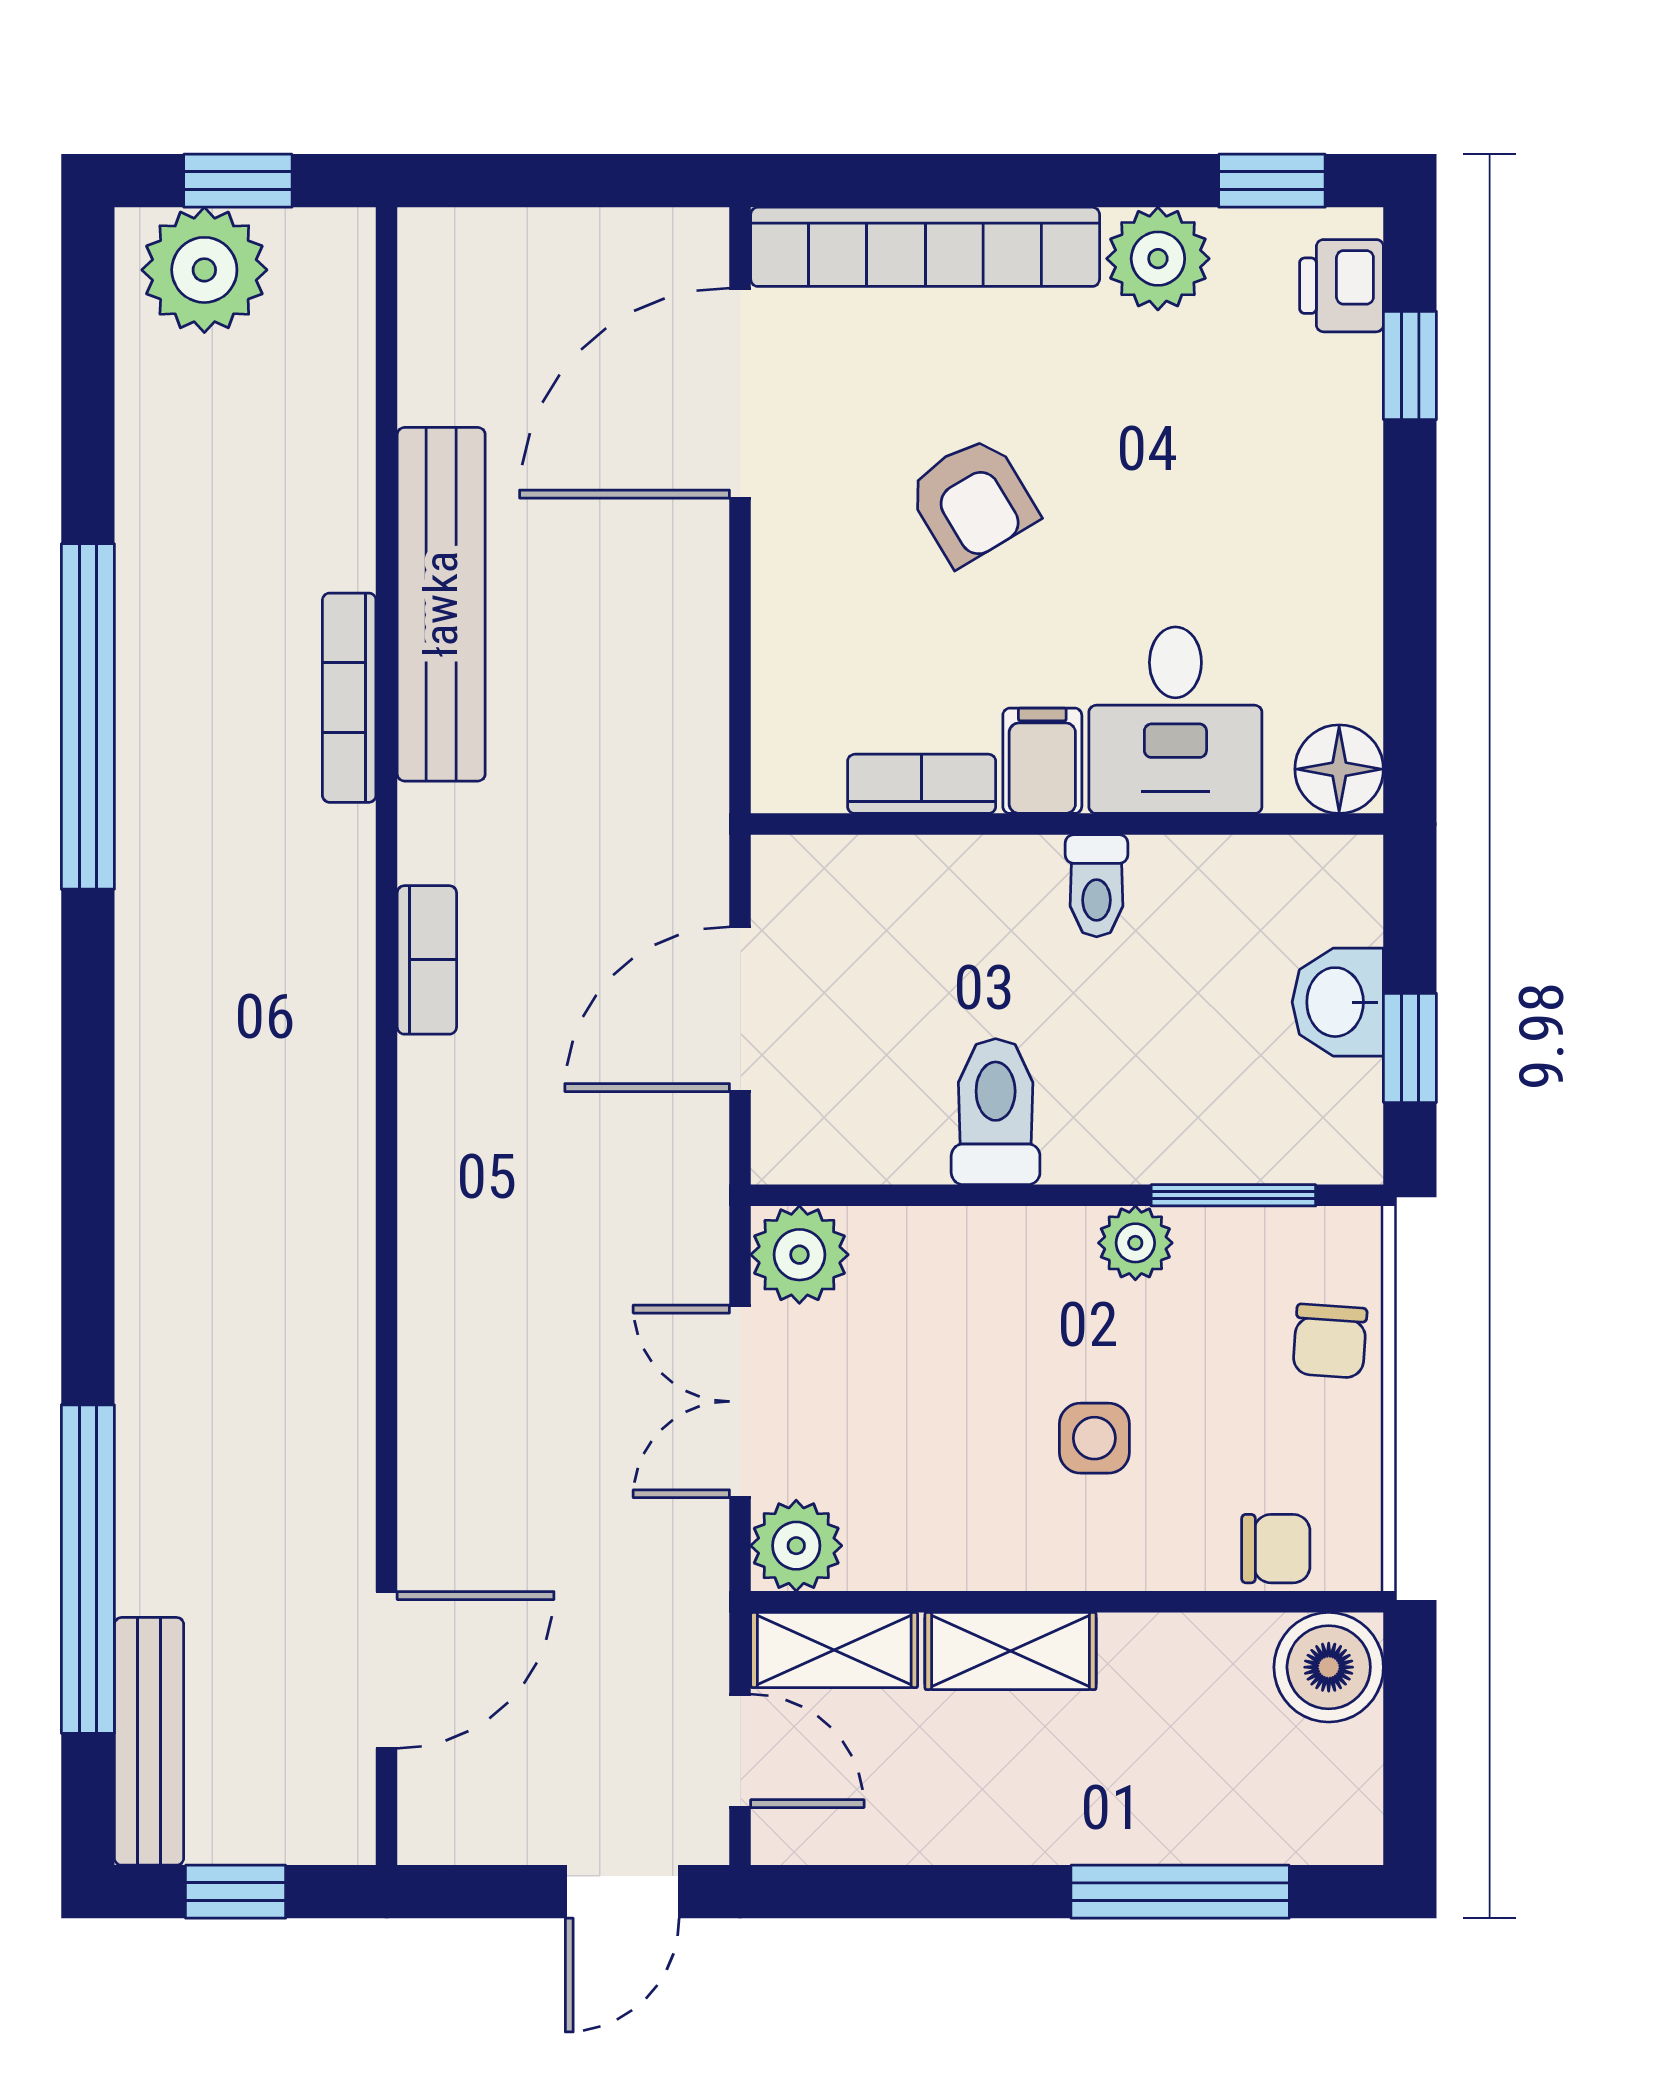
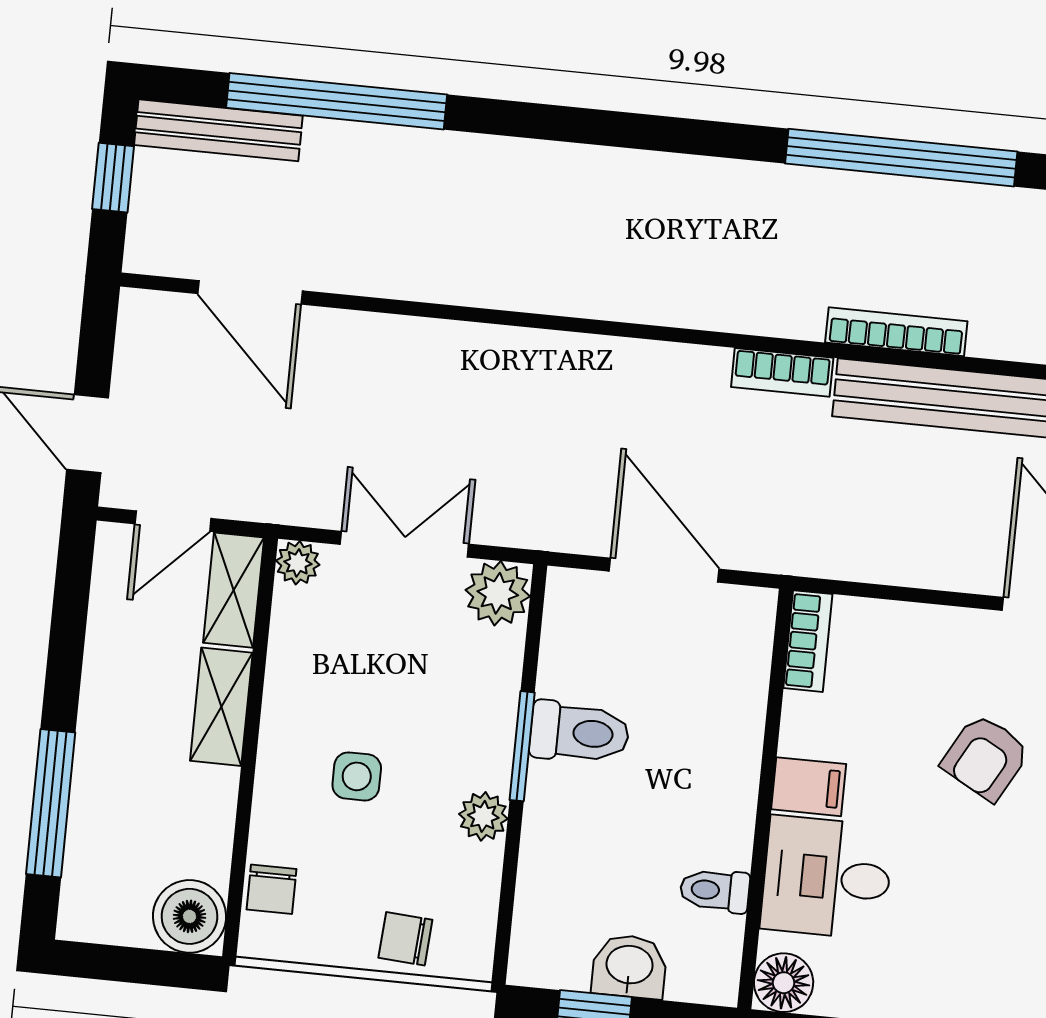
armchair: (972, 501) -> (986, 757), turned -30
bookcase: (922, 784) -> (808, 641), moved
toilet: (1097, 886) -> (715, 891), moved
bookcase: (427, 960) -> (782, 372), moved
window: (1233, 1195) -> (522, 746), moved
plant: (796, 1546) -> (298, 563), width x0.73, depth x0.73

